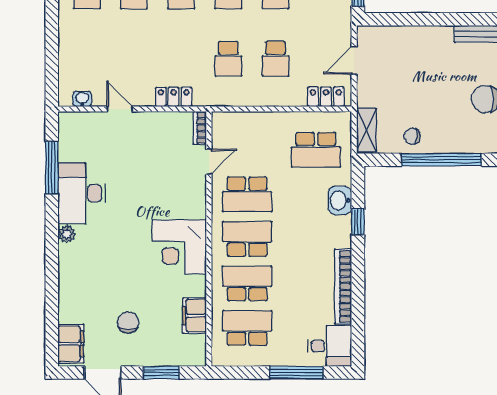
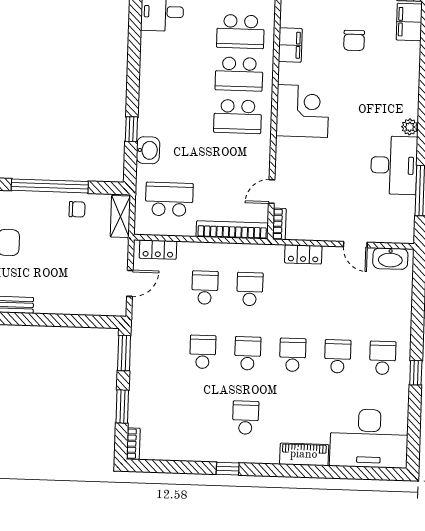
washbasin: (82, 99) -> (390, 259), width x1.91, depth x1.45
school desk: (247, 194) -> (236, 159), removed
bookcase: (343, 286) -> (232, 230), moved, turned -90

